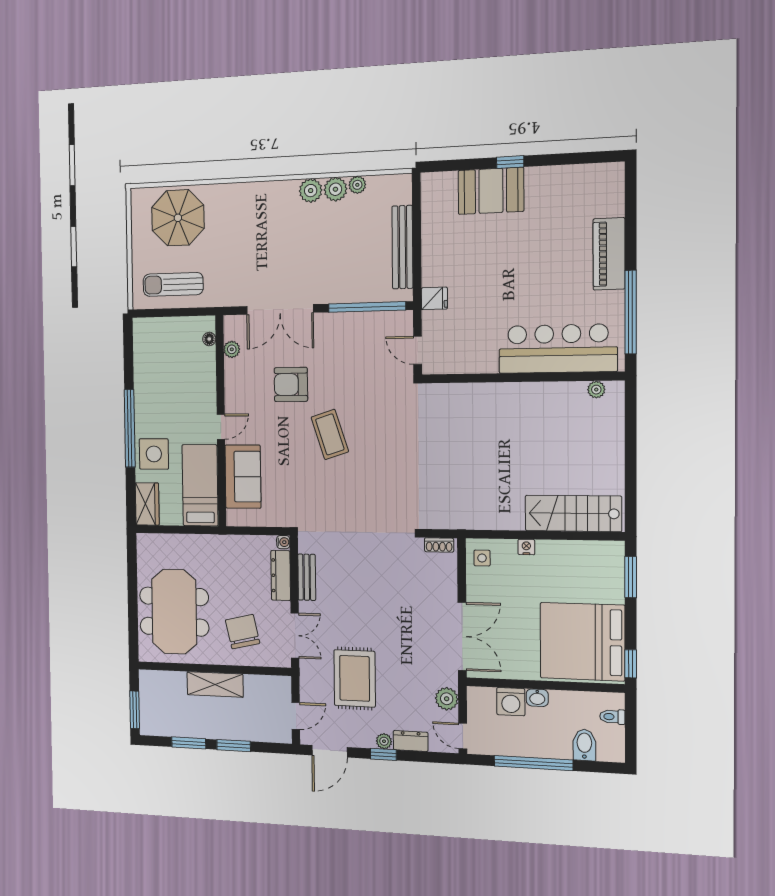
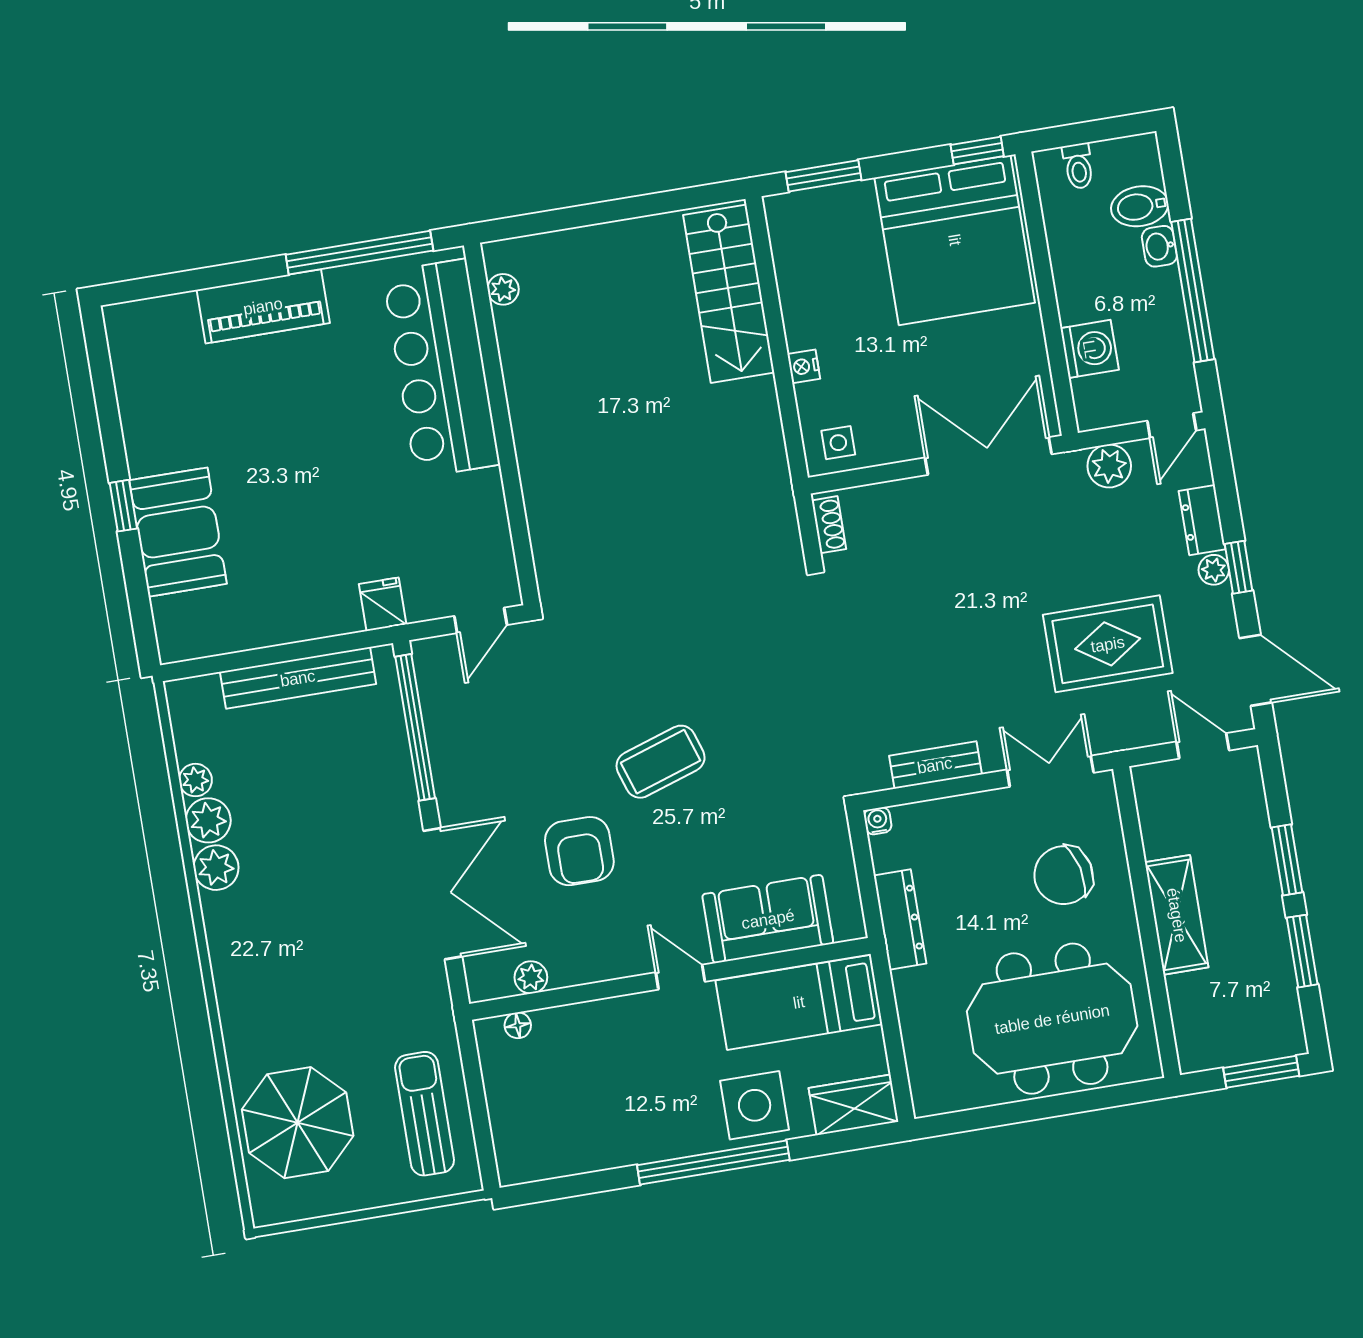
sun lounger: (173, 284) -> (425, 1114), turned 180
dresser: (281, 575) -> (900, 919), moved, turned -90
washbasin: (537, 698) -> (1159, 246), moved, turned 180

